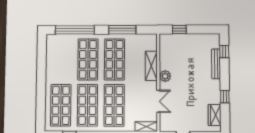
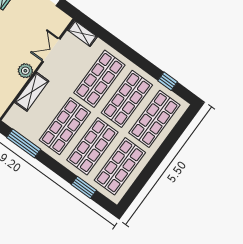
window: (75, 30) -> (84, 187), width x0.47
window: (122, 30) -> (24, 143), moved
shop shelf: (61, 59) -> (120, 166), added

